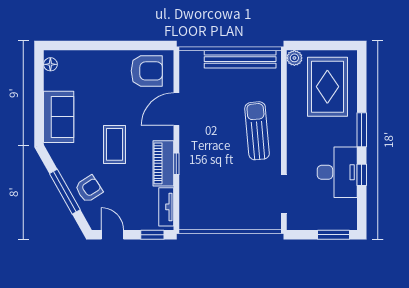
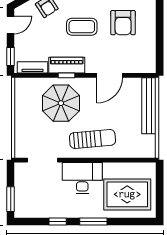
plant: (294, 58) -> (150, 168), removed
bench: (240, 59) -> (149, 106), moved
armchair: (147, 71) -> (123, 23), moved
door: (176, 109) -> (110, 75), swing flipped
parasol: (212, 171) -> (61, 103), added
desk: (337, 172) -> (82, 178), moved, turned 180

